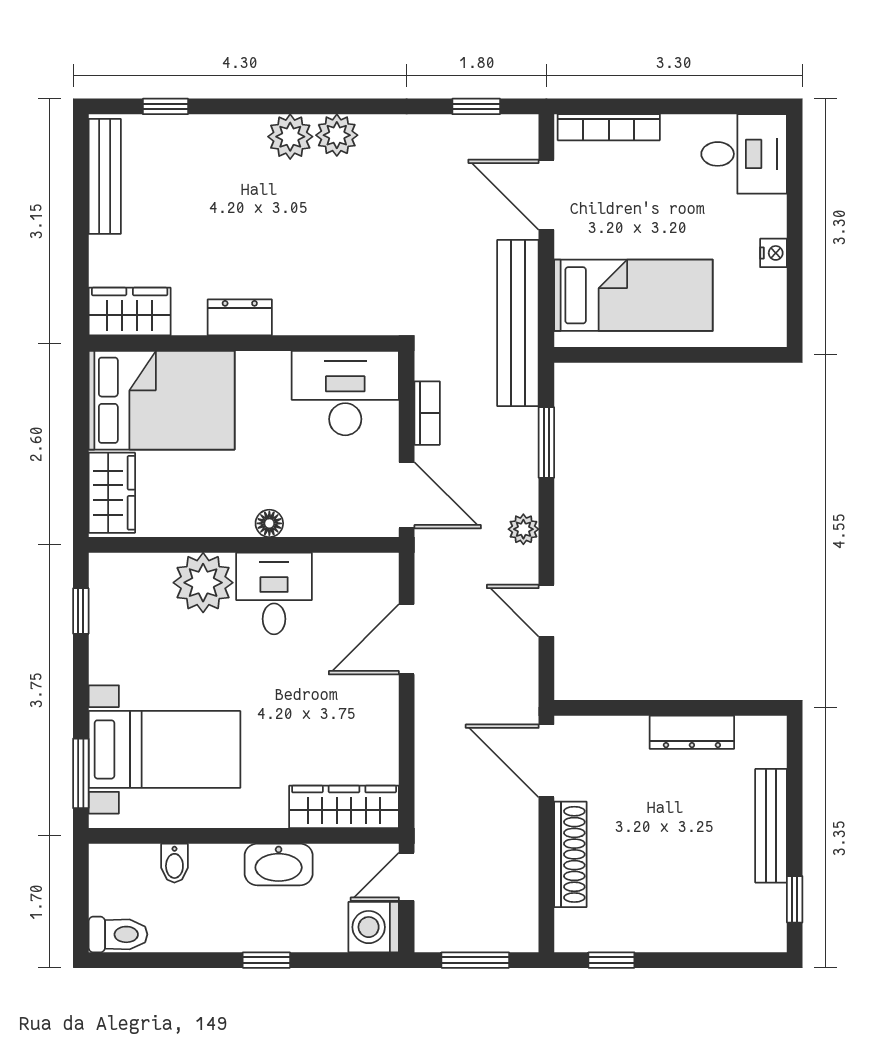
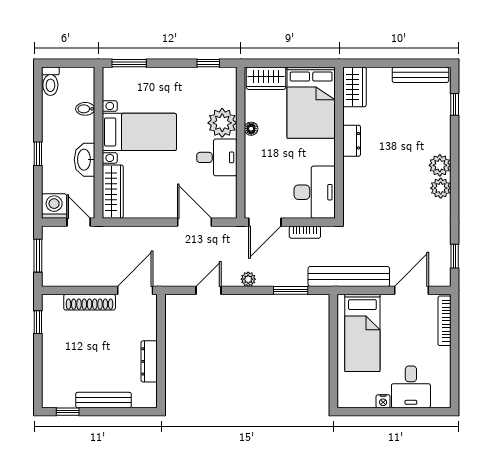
desk: (744, 154) -> (411, 387), moved
floor lamp: (269, 523) -> (251, 129), moved
bed with nightstands: (164, 749) -> (139, 132), moved, turned -90

